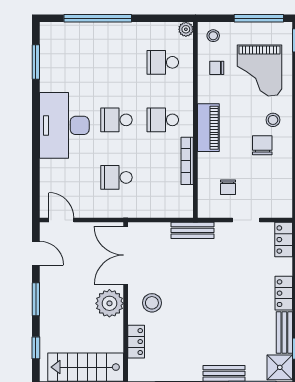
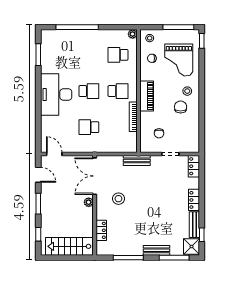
school desk: (116, 120) -> (89, 91), turned 180
school desk: (163, 120) -> (118, 91), turned 180
plant: (109, 303) -> (89, 202), width x0.53, depth x0.53
stool: (152, 303) -> (118, 199), moved

